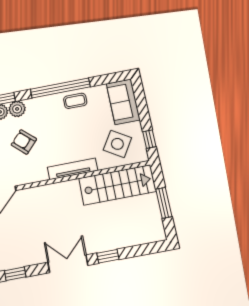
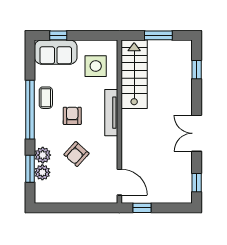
armchair: (62, 130) -> (72, 116), added
window: (149, 139) -> (58, 35), moved
side table: (117, 144) -> (96, 66), turned -32
window: (108, 256) -> (197, 70), moved

